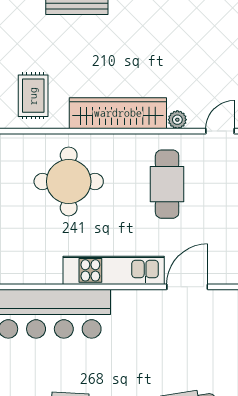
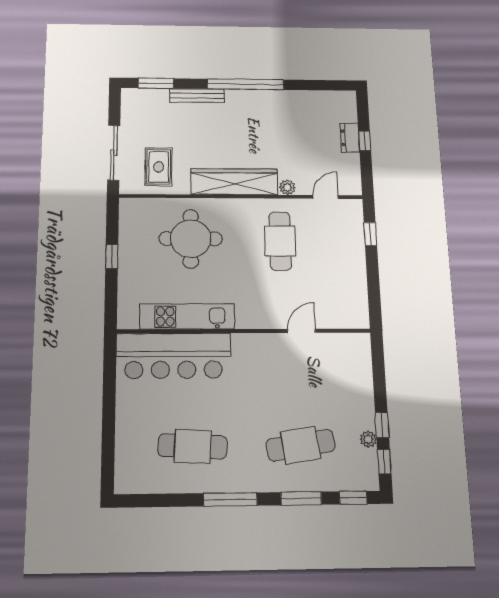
kitchen unit: (114, 270) -> (187, 316), moved
door: (187, 287) -> (302, 331), width x0.73

